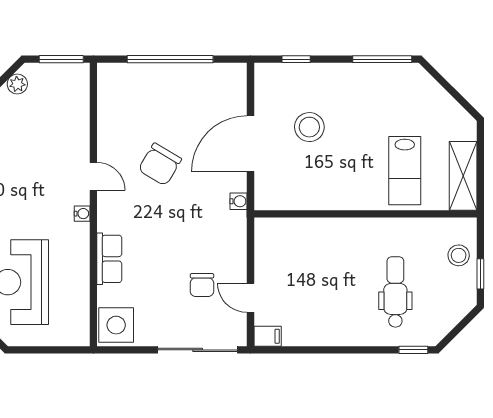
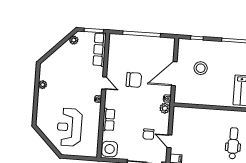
row of seats: (77, 101) -> (100, 49), added
chair: (160, 164) -> (134, 80), turned -121
plant: (235, 224) -> (165, 108), added

